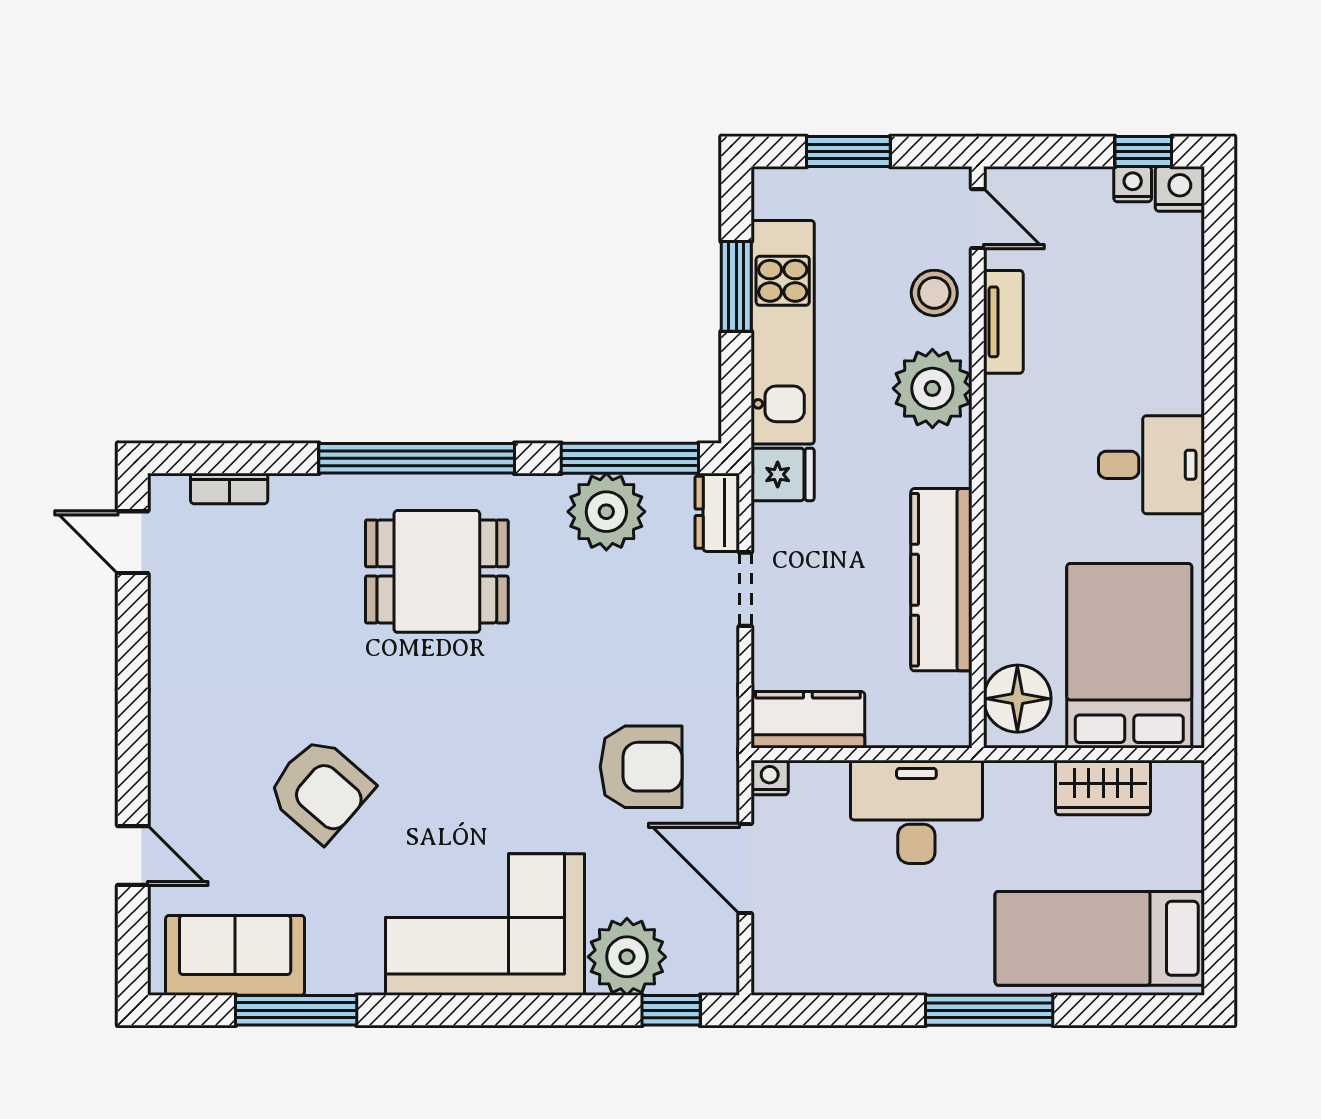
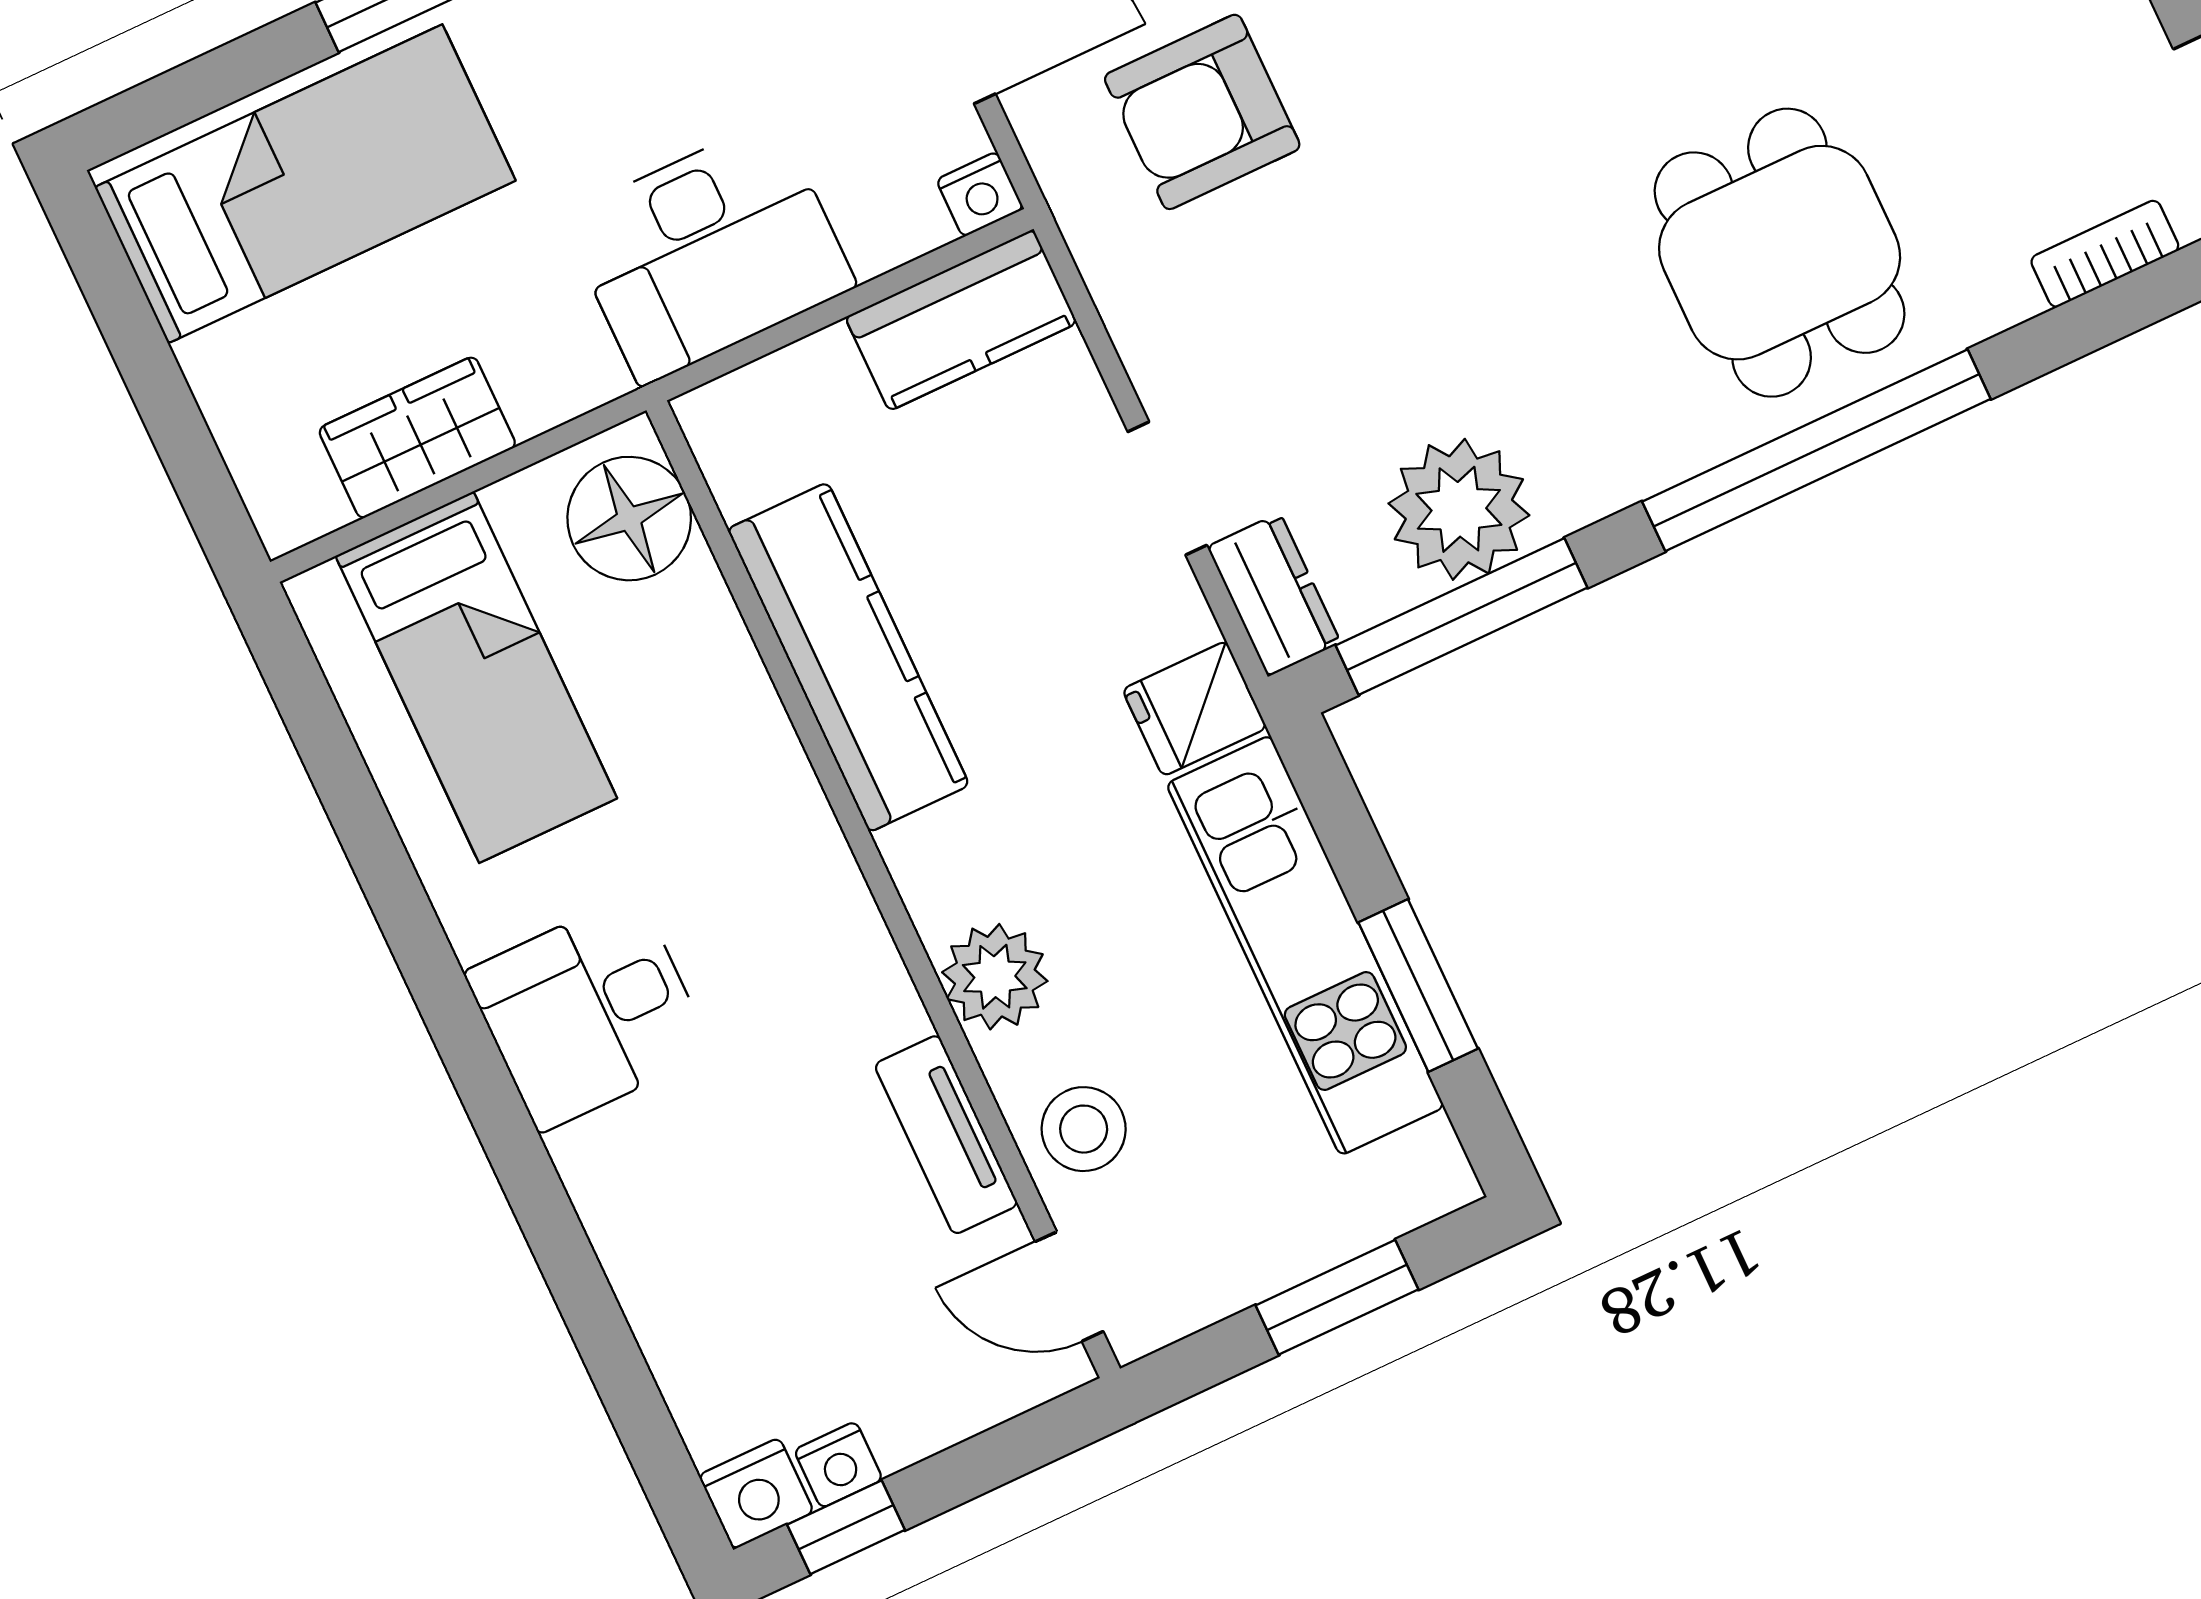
plant: (932, 388) -> (995, 977), width x0.73, depth x0.73
dining table: (437, 571) -> (1780, 253), moved, turned 90
bed: (1129, 656) -> (476, 677), width x0.67

